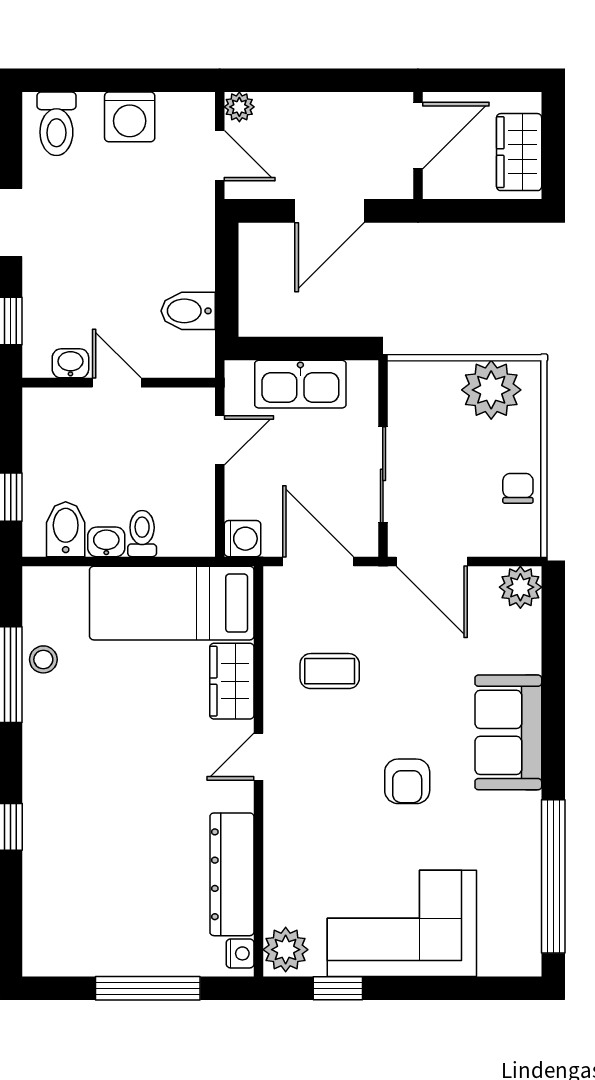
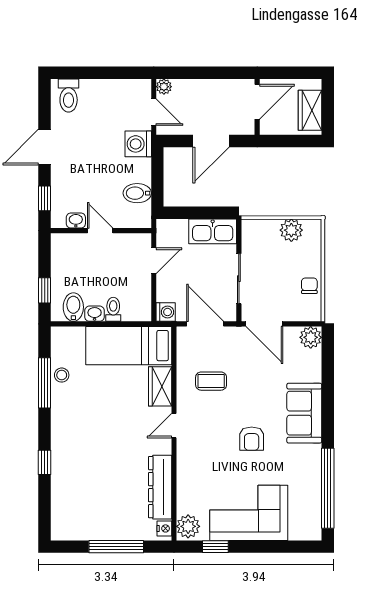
washing machine: (130, 117) -> (138, 144), moved, turned 90
kitchen sink: (300, 384) -> (213, 231), moved
plant: (491, 390) -> (291, 230), width x0.73, depth x0.73

